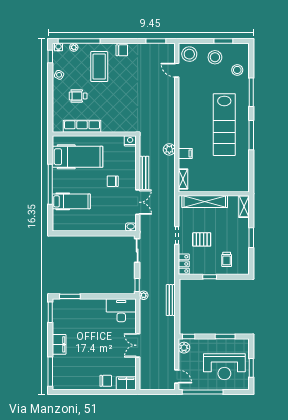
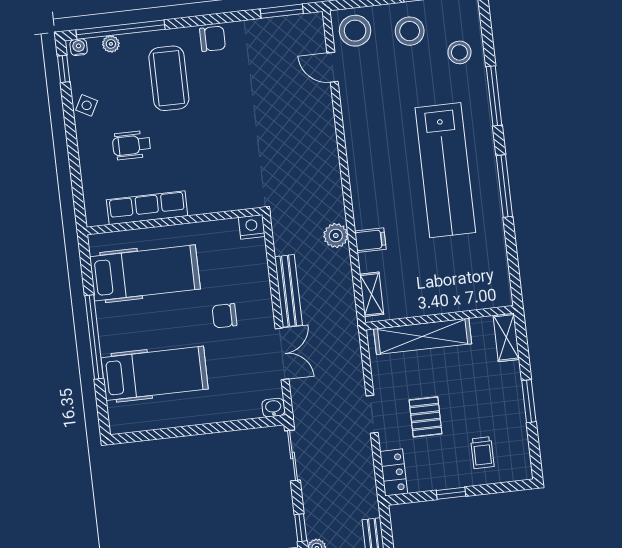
hospital bed: (71, 201) -> (155, 373), width x1.37, depth x1.29
pallet: (202, 239) -> (425, 417), turned 90

